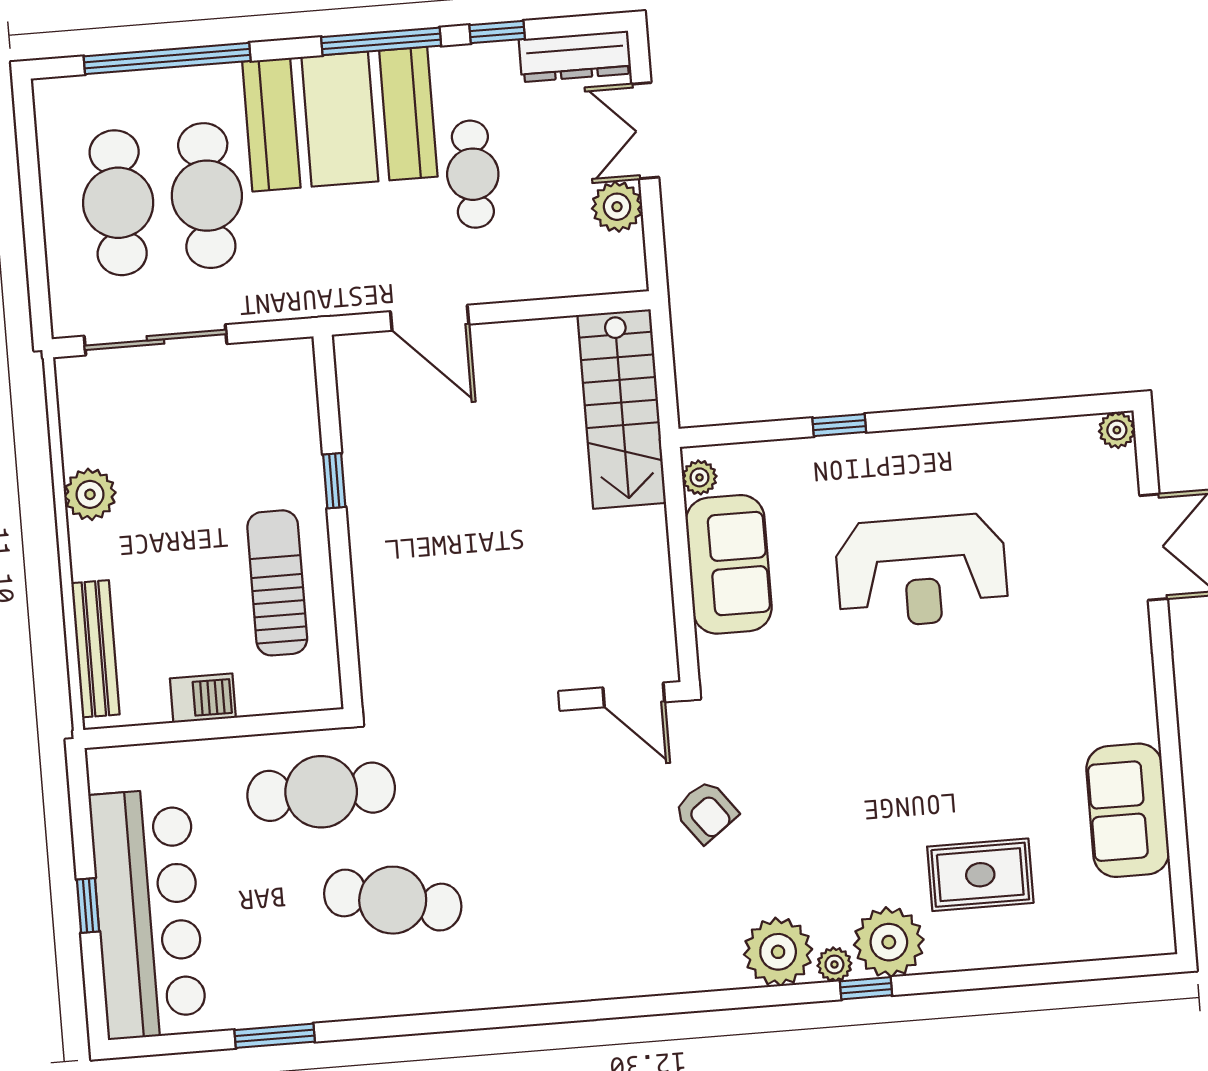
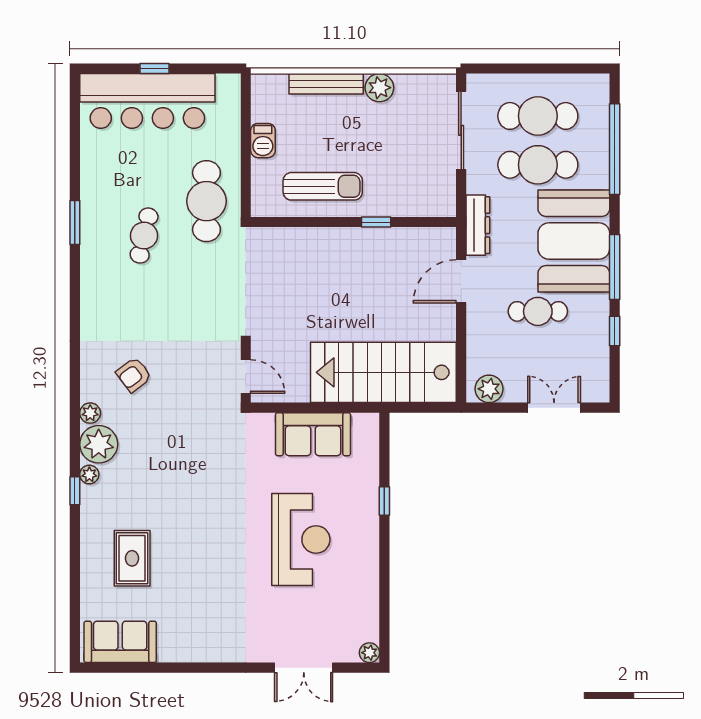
dresser: (575, 56) -> (478, 225), moved, turned 180
plant: (617, 207) -> (489, 389), moved
stairs: (622, 409) -> (383, 372), width x1.36, depth x1.51
plant: (699, 477) -> (362, 422), removed
reception desk: (922, 571) -> (301, 540), turned 180
bench: (95, 649) -> (326, 84), moved
door: (634, 695) -> (246, 377), swing flipped
sofa: (1128, 810) -> (120, 642), moved
armchair: (706, 812) -> (134, 375), moved
cafe table: (393, 900) -> (144, 236), width x0.73, depth x0.74
plant: (889, 942) -> (90, 413), moved, width x0.53, depth x0.53
window: (275, 1036) -> (75, 222), moved

